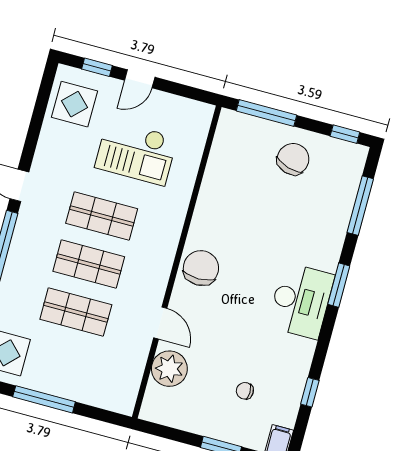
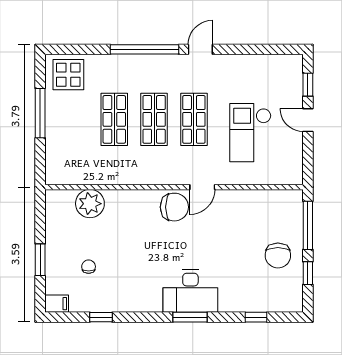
display table: (75, 104) -> (275, 75), removed
window: (345, 134) -> (308, 273), moved
chair: (293, 159) -> (278, 256), turned 73
window: (360, 206) -> (256, 317), width x0.46
desk: (301, 301) -> (190, 291), moved
door: (160, 323) -> (202, 187), moved

